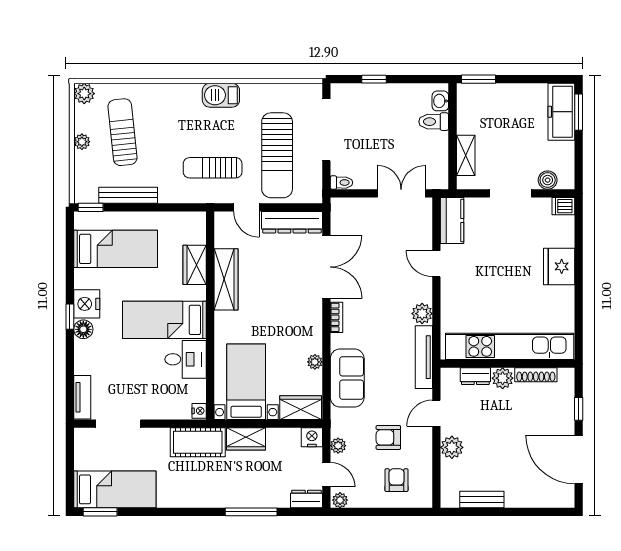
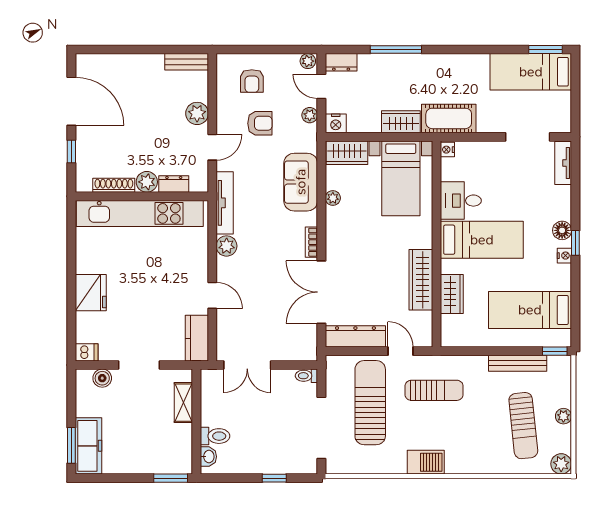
nightstand: (87, 304) -> (564, 256), width x0.53, depth x0.56
bench: (482, 499) -> (187, 62), moved

